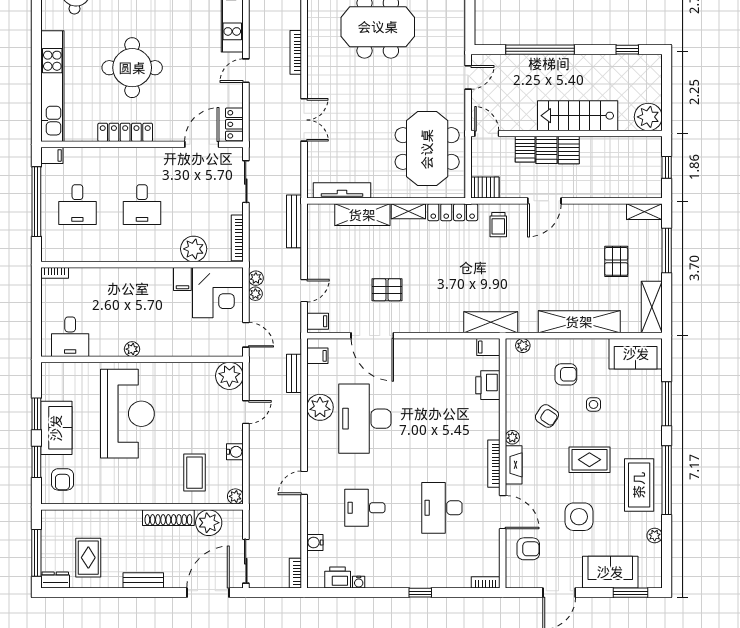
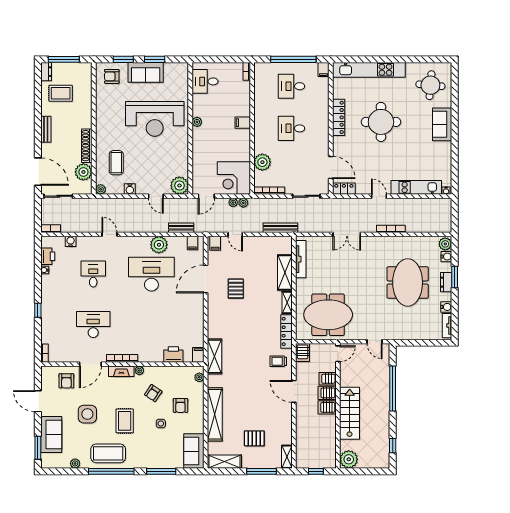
filing cabinet: (182, 279) -> (243, 123), moved
coffee table: (194, 473) -> (116, 163), turned 90

